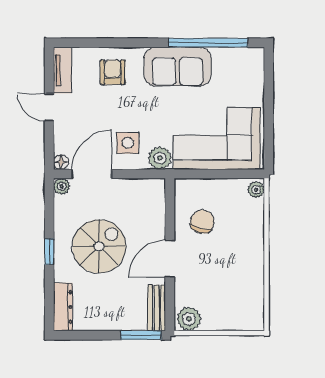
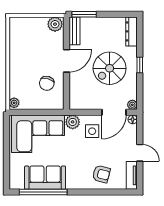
sofa: (178, 66) -> (45, 178), moved
armchair: (113, 72) -> (101, 174), turned -75

